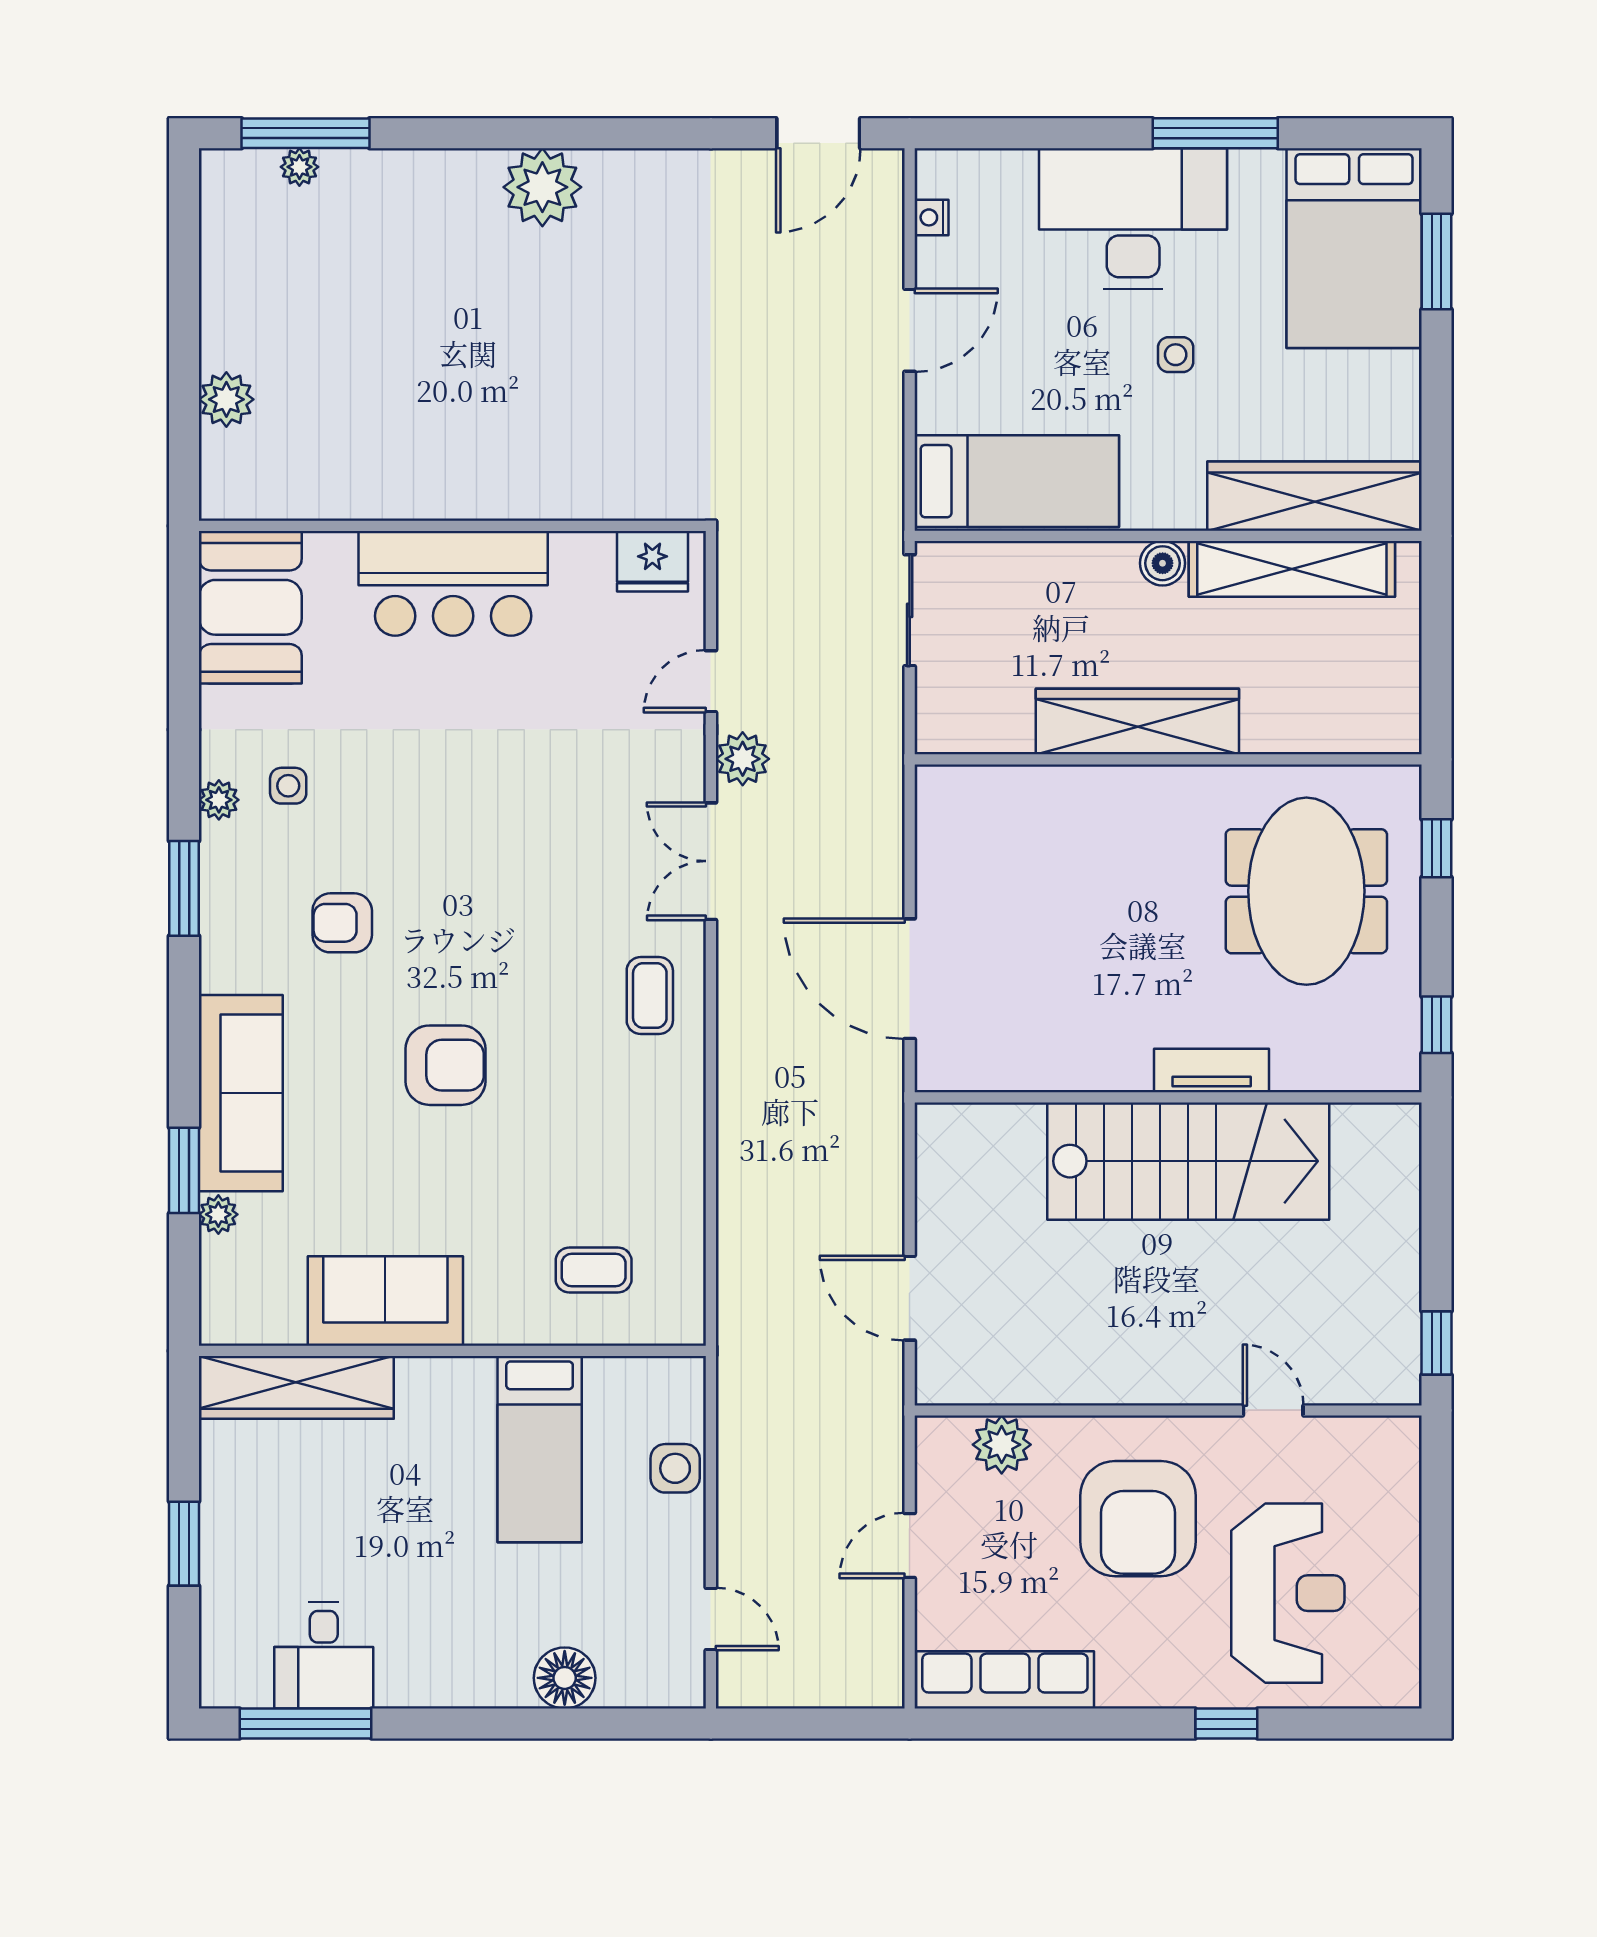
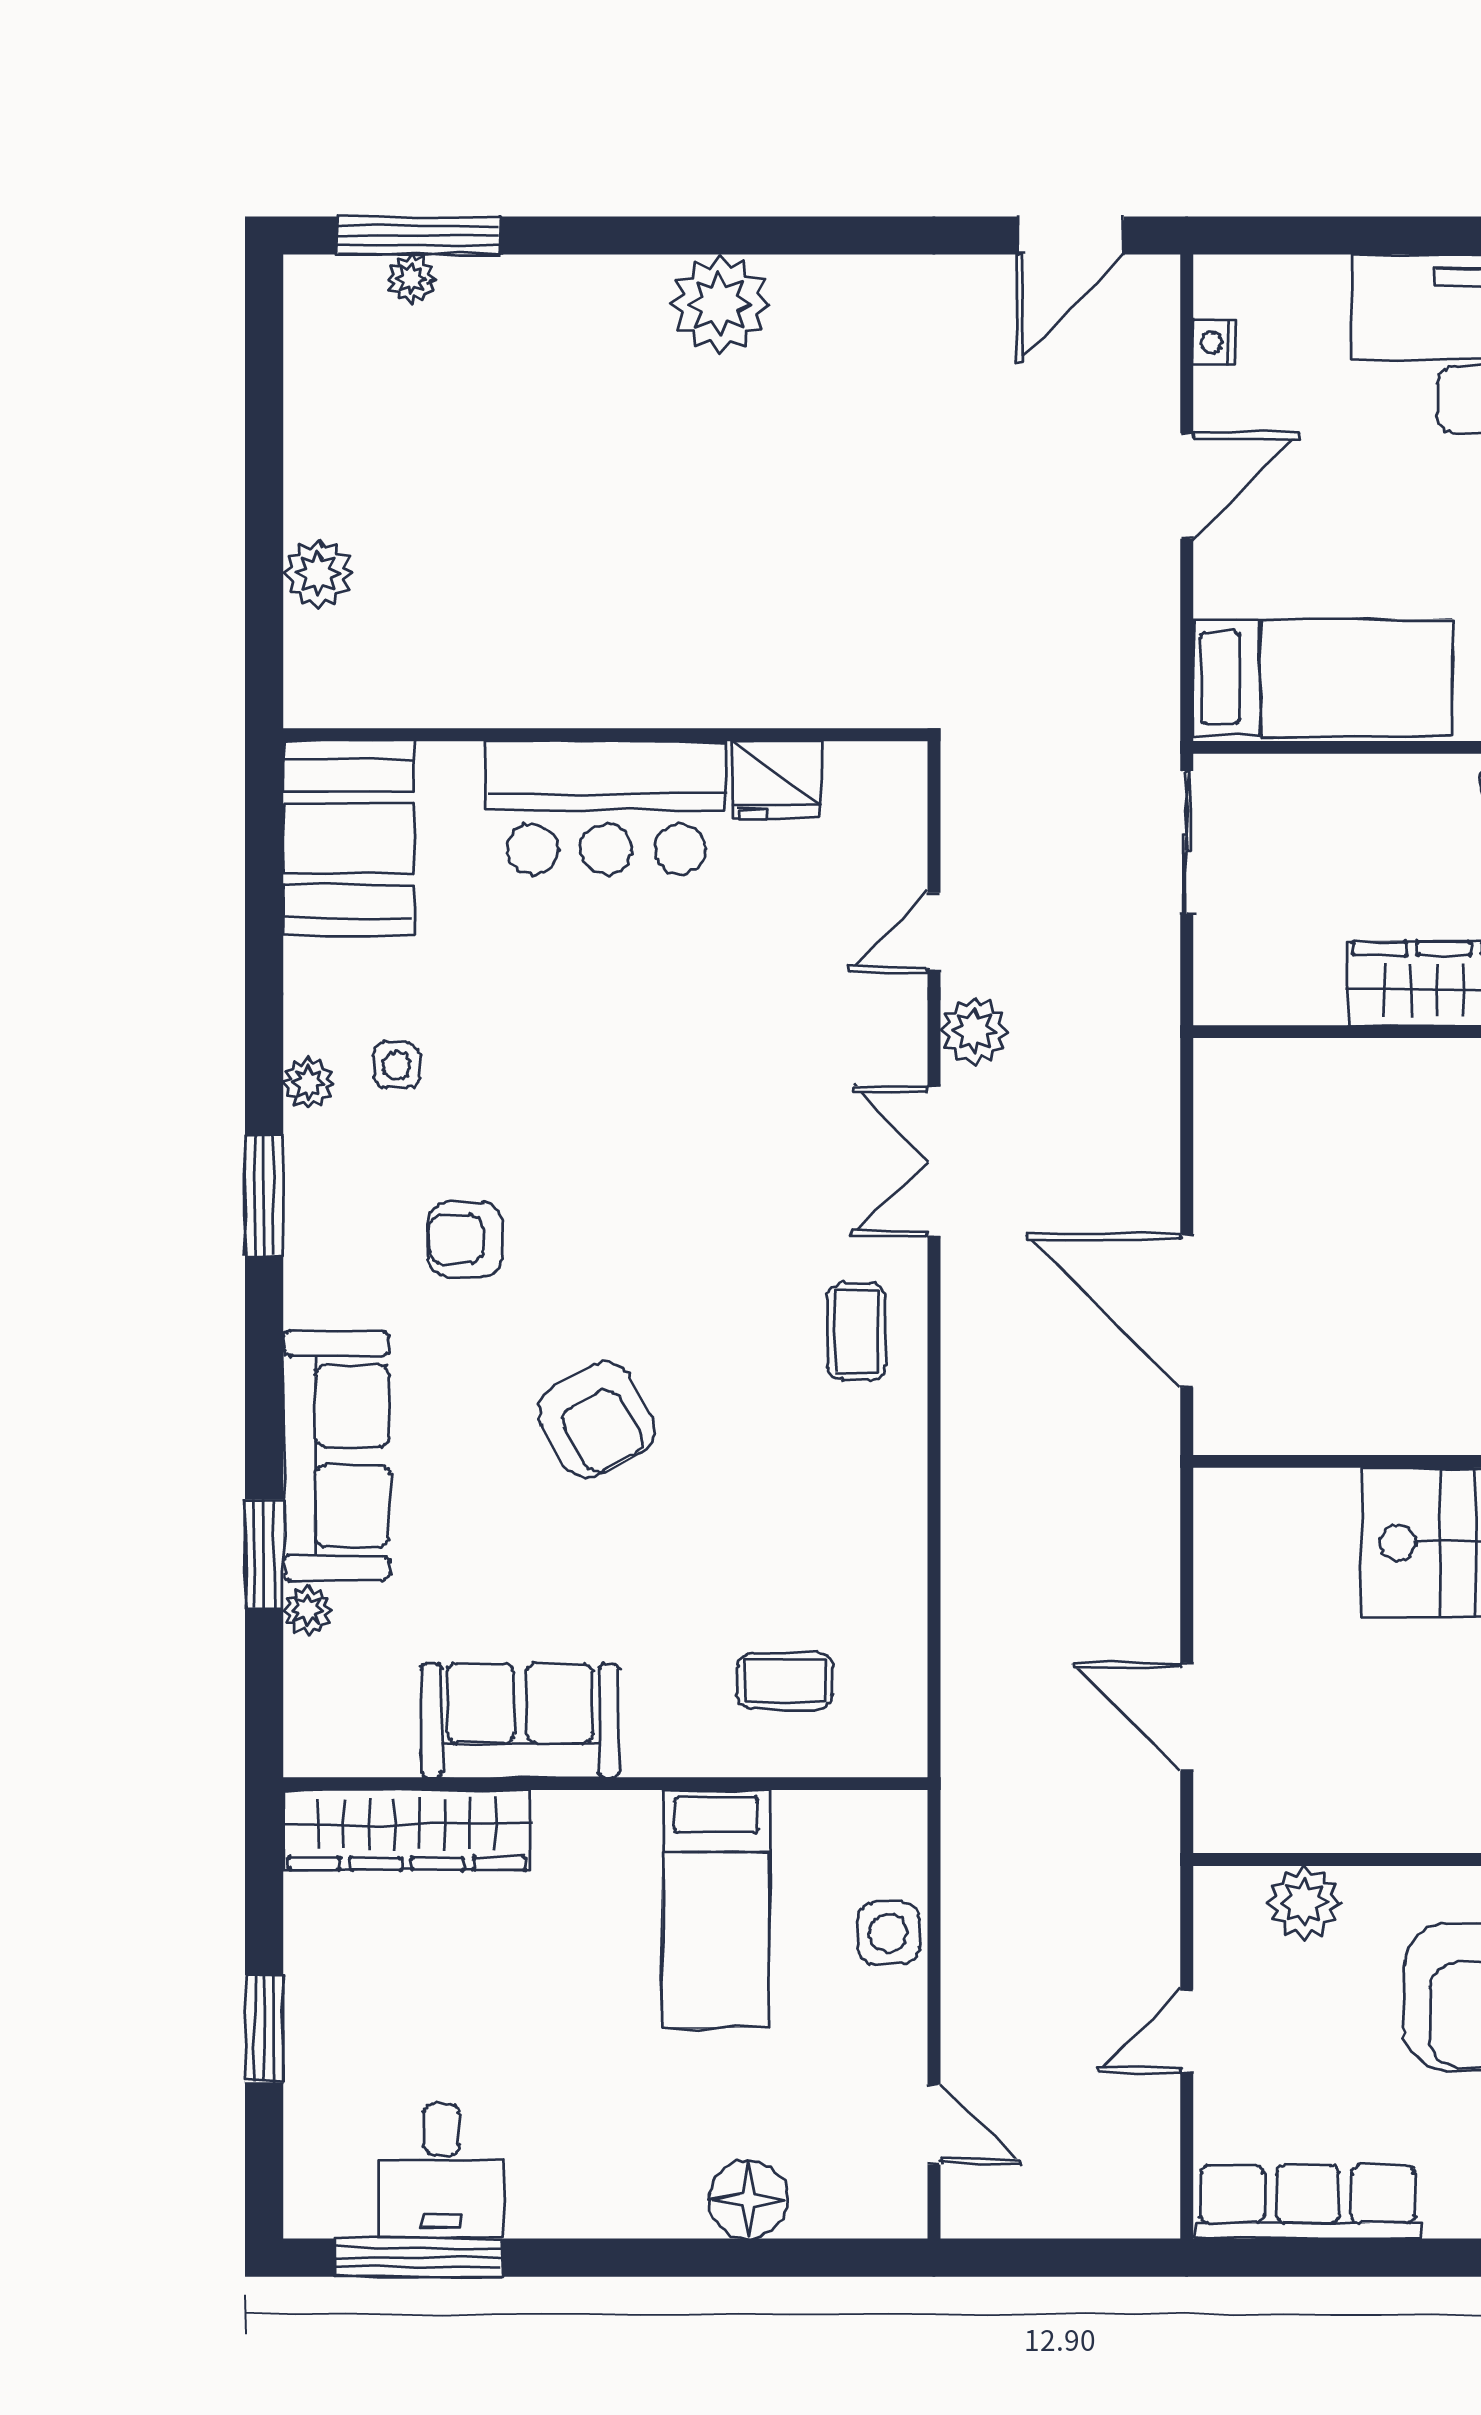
fridge: (652, 561) -> (776, 780), moved
armchair: (445, 1065) -> (596, 1420), turned 61

